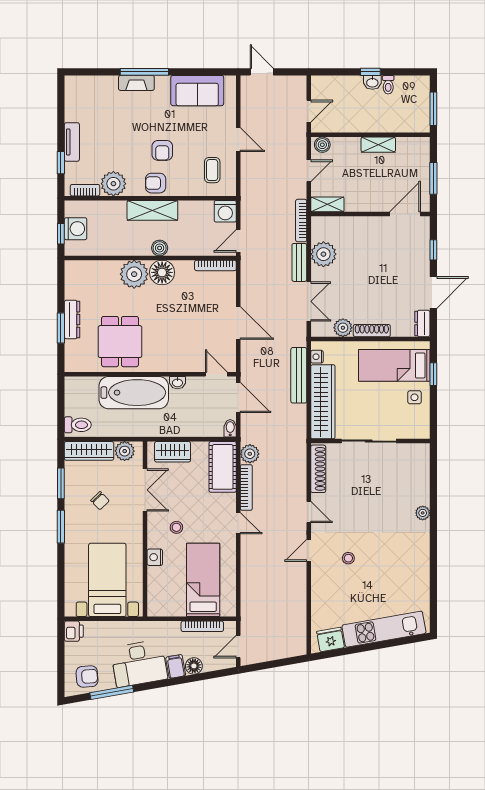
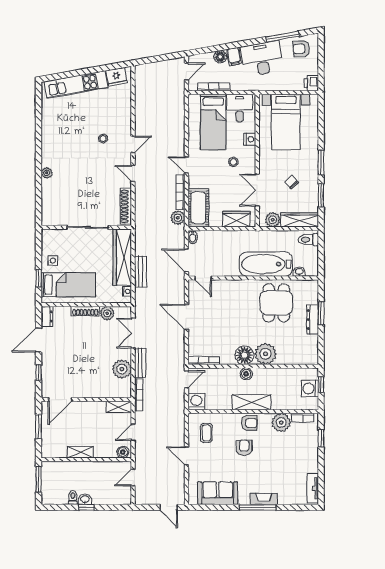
tv unit: (72, 142) -> (313, 488), moved
bench: (299, 375) -> (141, 272), width x0.73
washbasin: (177, 383) -> (299, 272), moved
desk: (168, 599) -> (240, 108), added

